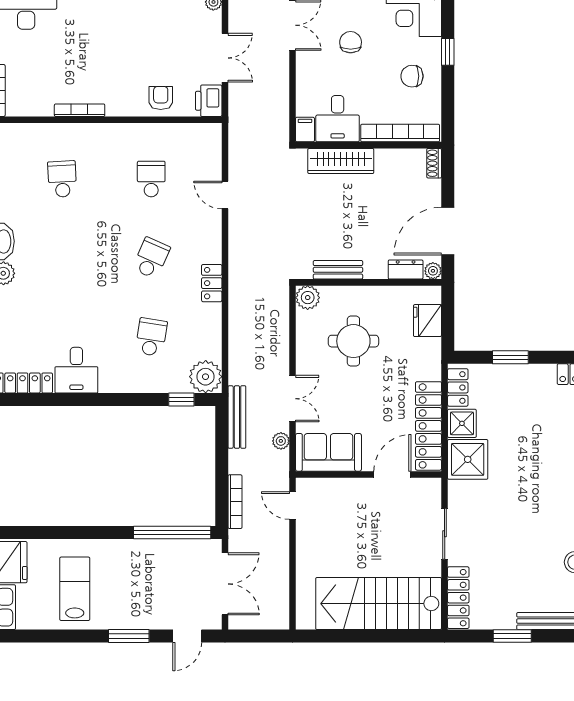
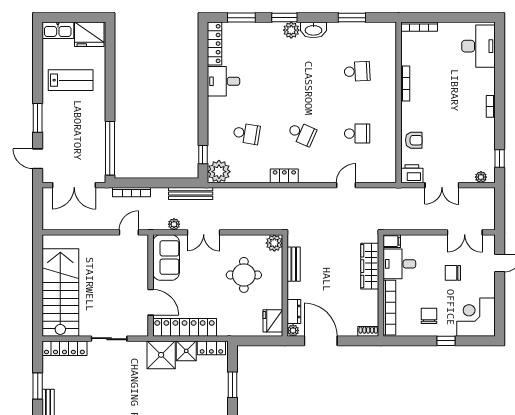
chair: (351, 42) -> (453, 273), turned 180
fridge: (427, 321) -> (273, 321), moved, turned -90

